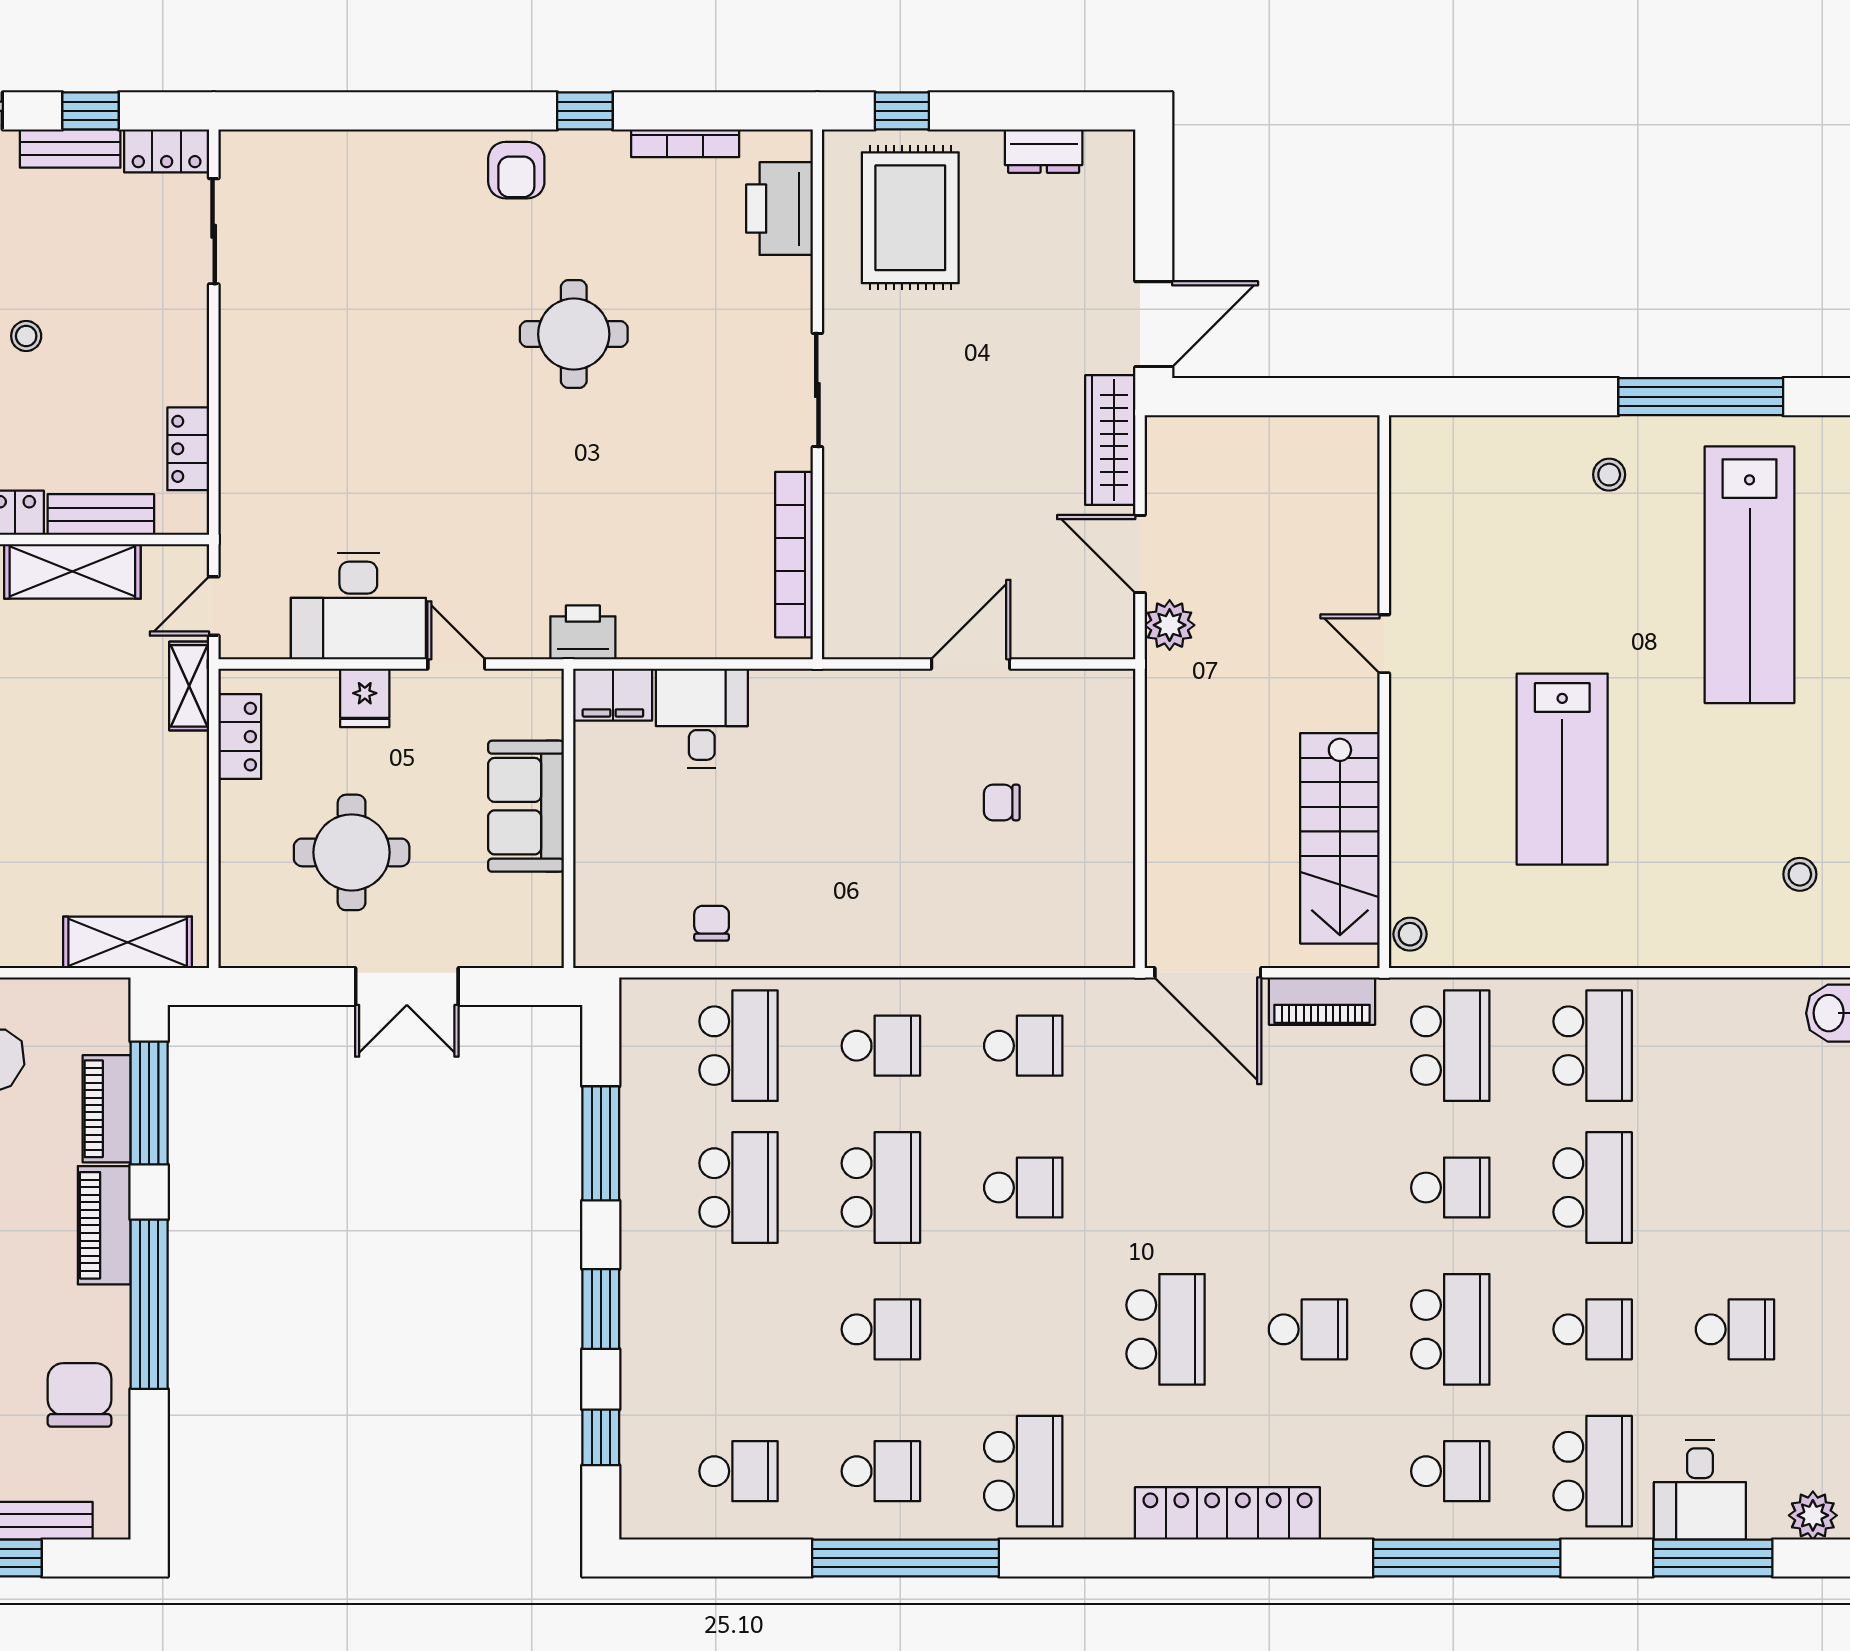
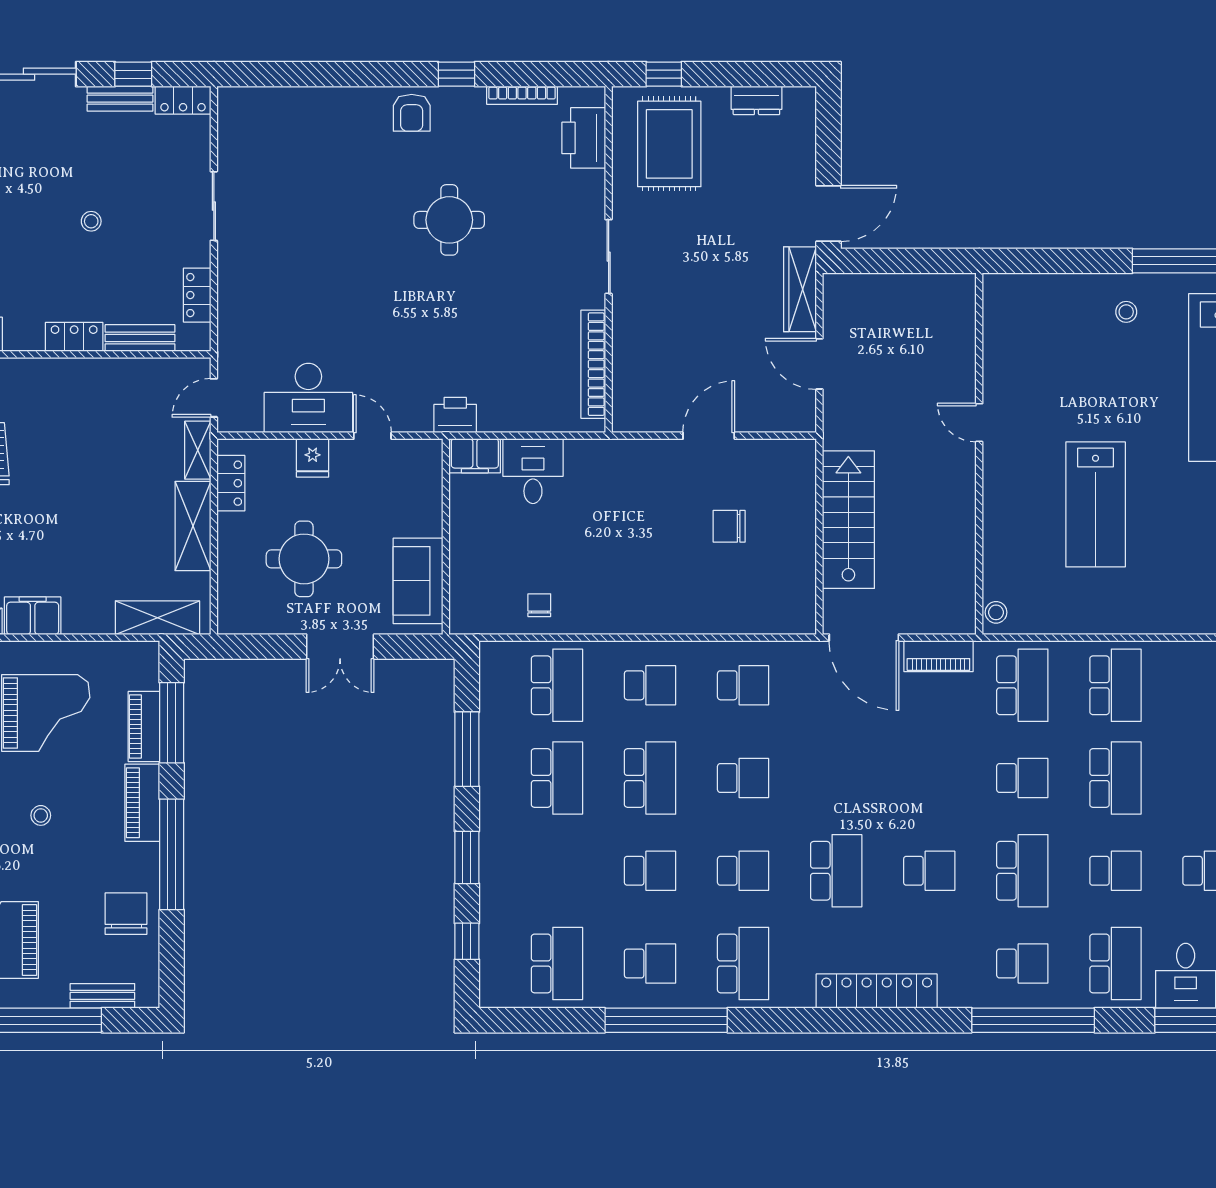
sliding door: (214, 231) -> (214, 206), moved
shelving: (72, 571) -> (193, 526), moved, turned 90
plant: (1170, 625) -> (839, 410), removed
chair: (1002, 802) -> (729, 526), width x1.37, depth x1.37
sofa: (526, 806) -> (418, 581), moved
stairs: (1340, 838) -> (848, 520), moved, turned 180
school desk: (1023, 1329) -> (743, 871), added
school desk: (739, 1471) -> (557, 963), width x1.85

